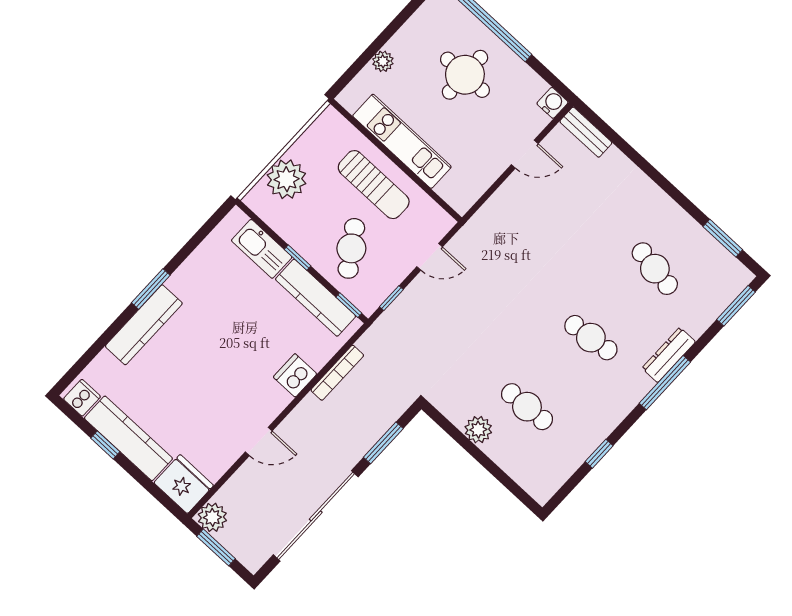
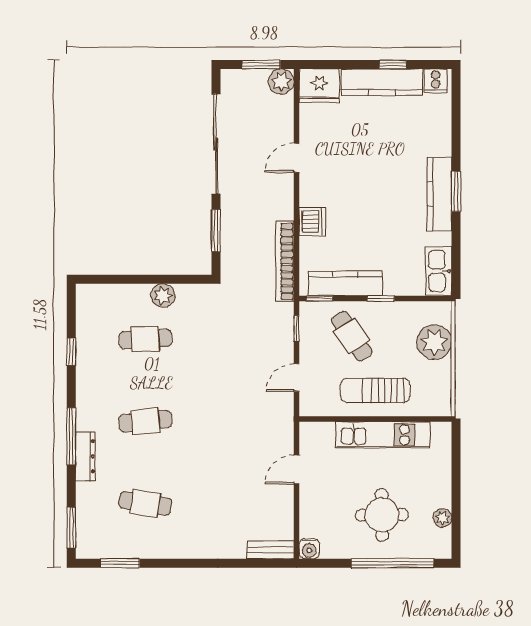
plant: (383, 61) -> (442, 518), moved
door: (525, 154) -> (297, 469), moved
kitchen sink: (262, 249) -> (439, 271), moved, turned -90
kitchen counter: (144, 325) -> (439, 194), moved
bookcase: (337, 373) -> (285, 261), width x1.48, depth x1.31

